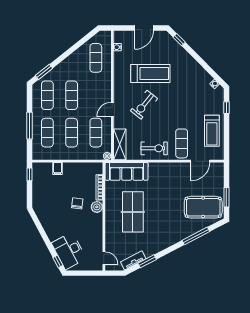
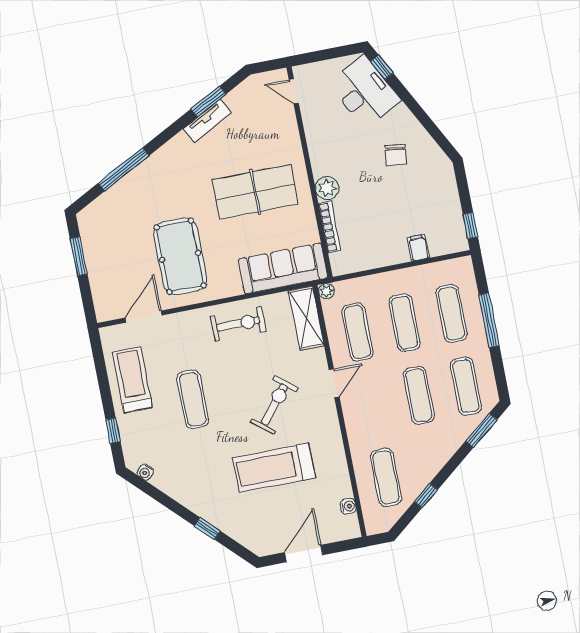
window: (179, 40) -> (207, 528), moved
window: (78, 45) -> (426, 496), added
exercise mat: (182, 143) -> (193, 399), moved
exercise bike: (154, 148) -> (238, 324), turned 180
chair: (77, 203) -> (396, 155), moved
pool table: (203, 207) -> (180, 256), moved, turned 90
table tennis table: (133, 212) -> (255, 192), turned 90
tv unit: (133, 260) -> (208, 121), moved

